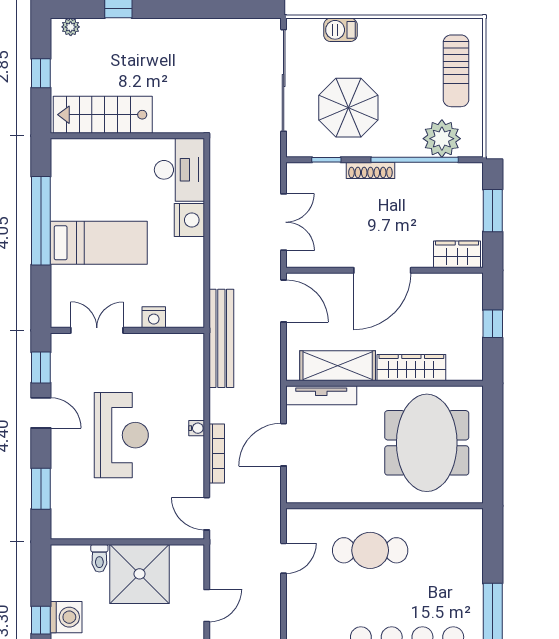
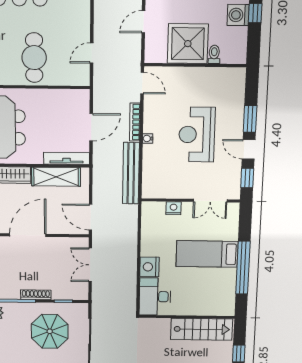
bench: (221, 338) -> (131, 173), moved
window: (41, 489) -> (250, 119), moved
cafe table: (370, 550) -> (34, 58), turned 90

